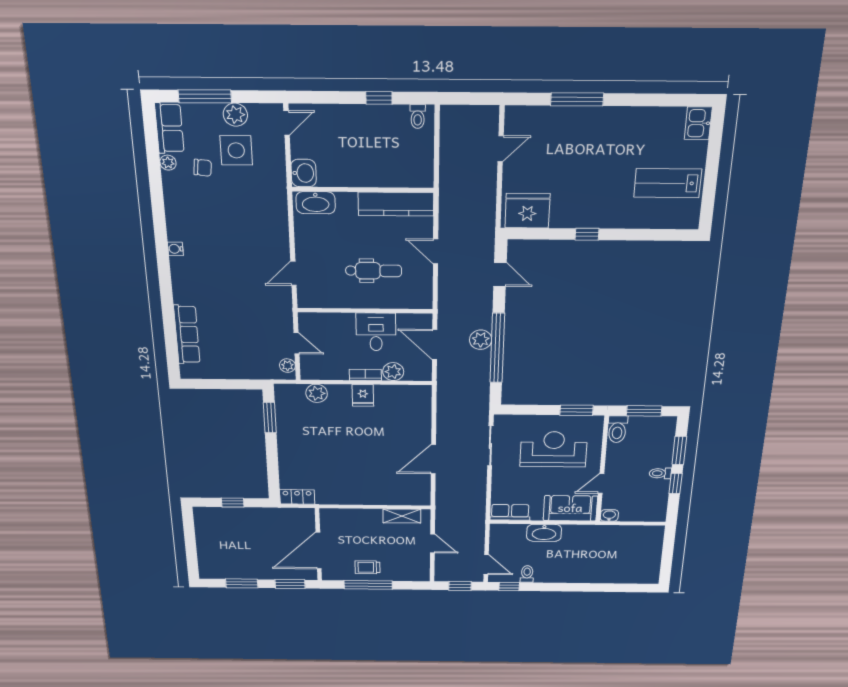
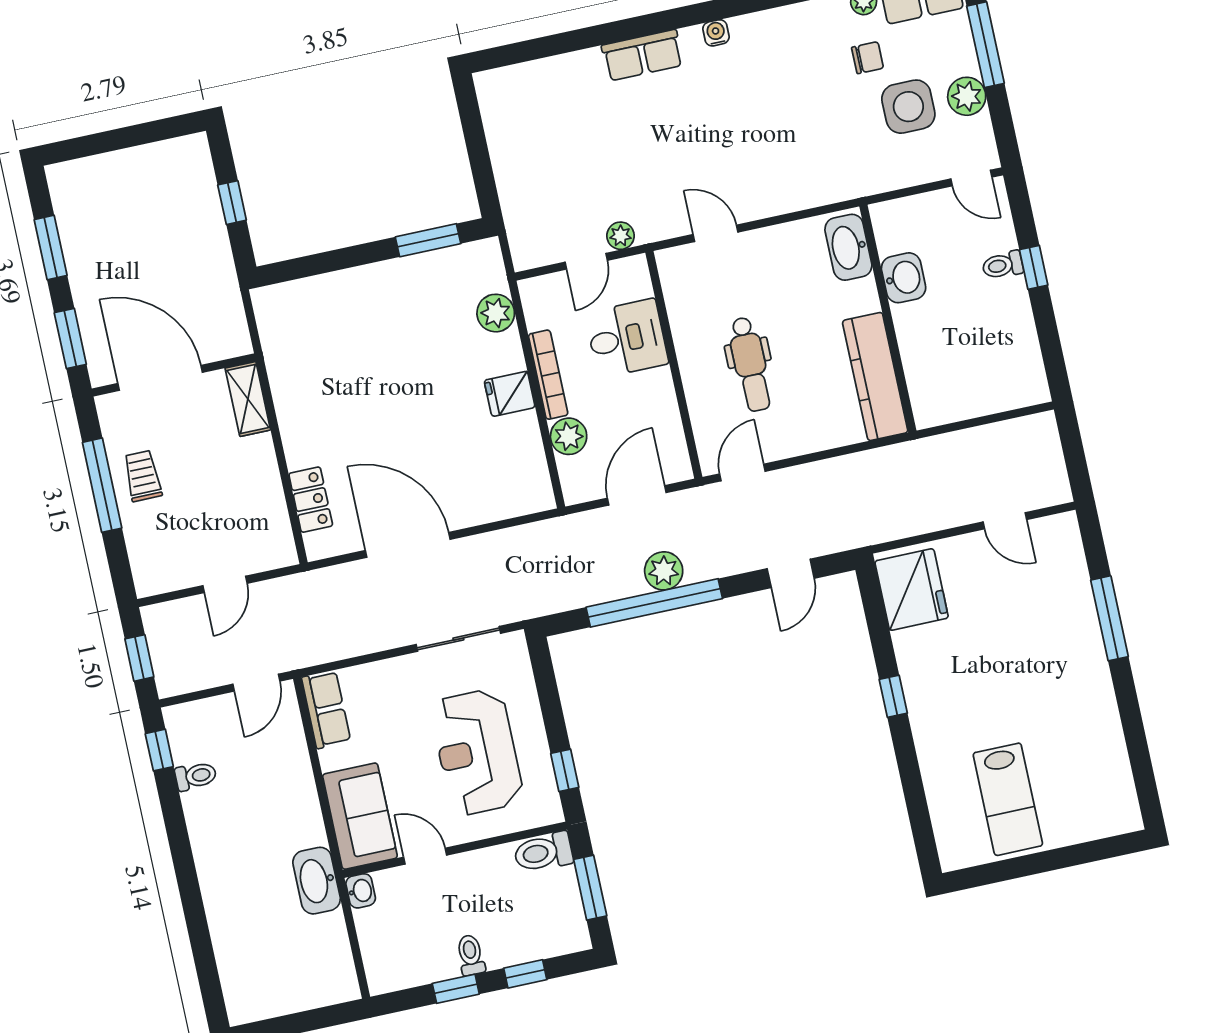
window: (379, 98) -> (1034, 267), moved
toilet: (418, 117) -> (1003, 265), moved
kitchen sink: (698, 123) -> (1114, 816), removed
chair: (203, 168) -> (867, 58), turned -96
washbasin: (304, 173) -> (904, 278), moved, turned -90
lab bench: (668, 183) -> (1008, 799), turned 180
door: (436, 251) -> (742, 473), moved
desk: (376, 332) -> (627, 338), moved
row of seats: (187, 334) -> (642, 55), moved, width x0.68
plant: (287, 366) -> (621, 236), moved
bookcase: (365, 375) -> (548, 375), width x1.56
window: (577, 410) -> (565, 770), width x0.67
reception desk: (554, 449) -> (477, 752), turned 180
window: (679, 450) -> (525, 974), width x0.67
door: (433, 459) -> (408, 545), width x1.36
locker: (297, 497) -> (311, 500), moved
shelving: (402, 516) -> (248, 399), moved
washbasin: (544, 533) -> (317, 881), moved
door: (486, 564) -> (256, 683), moved

